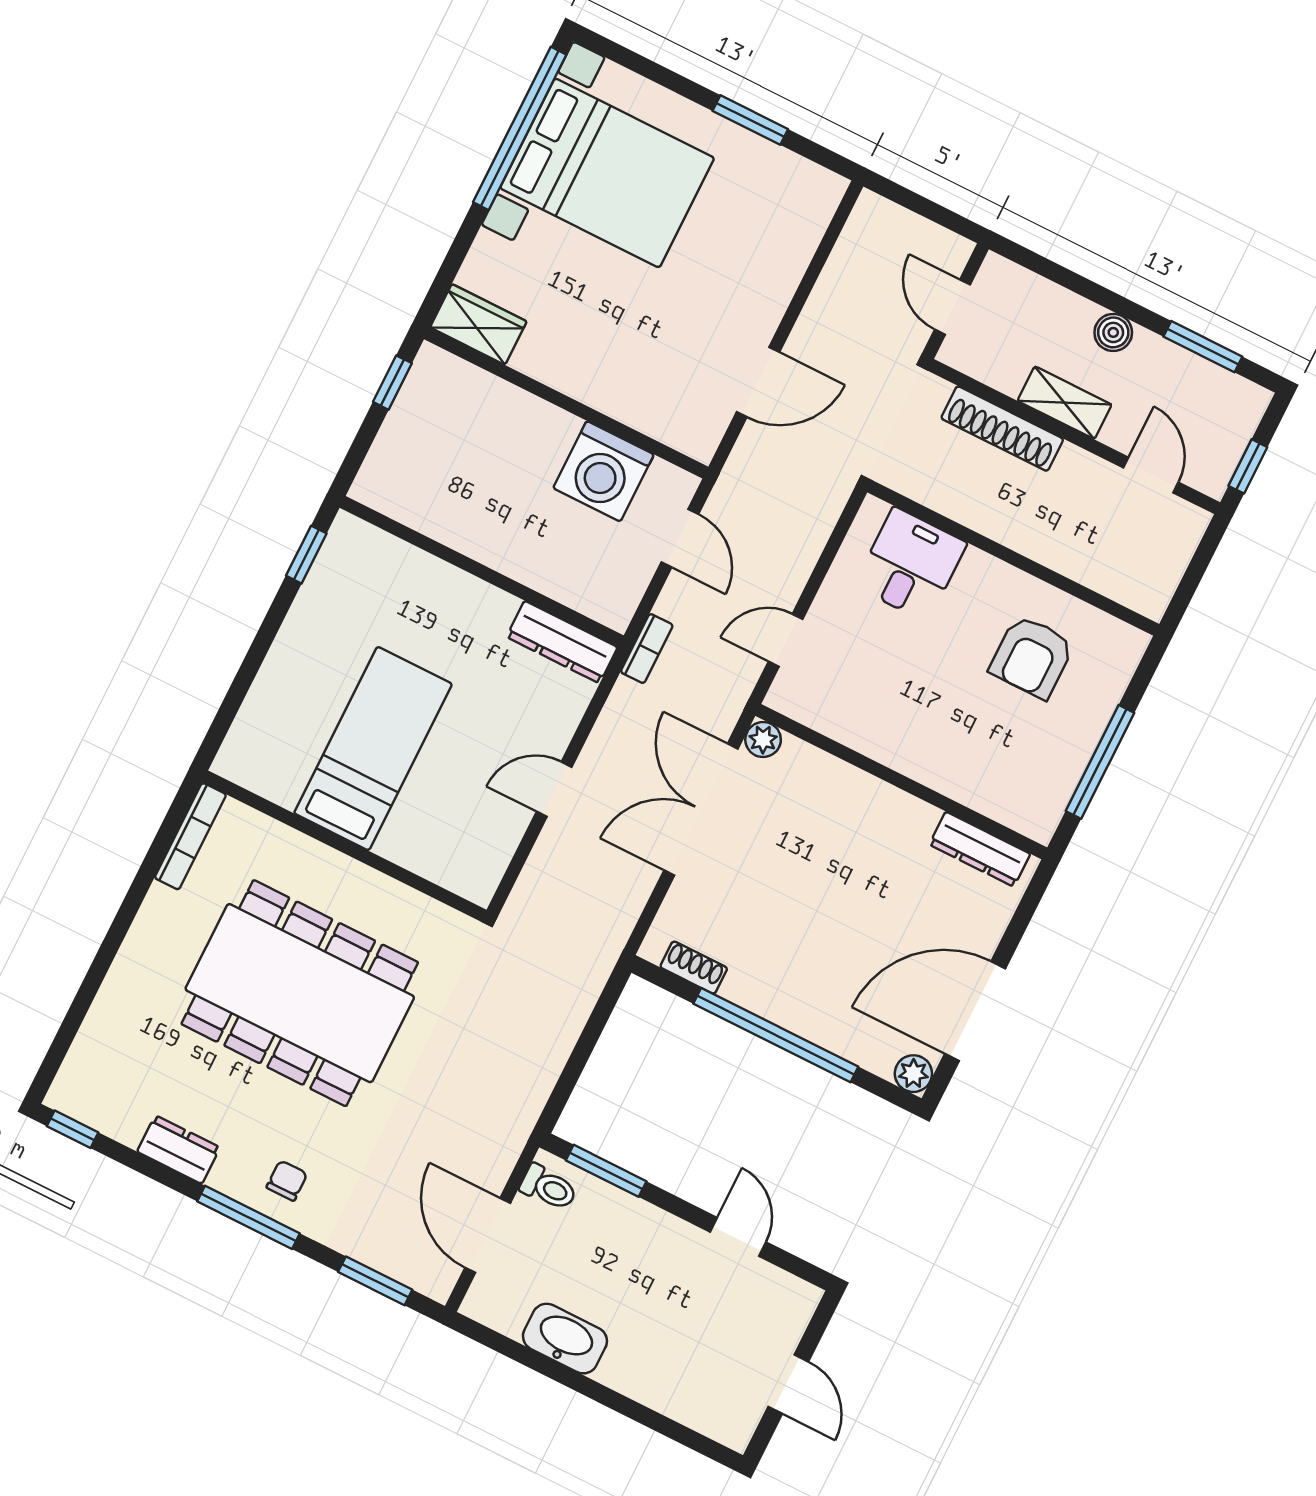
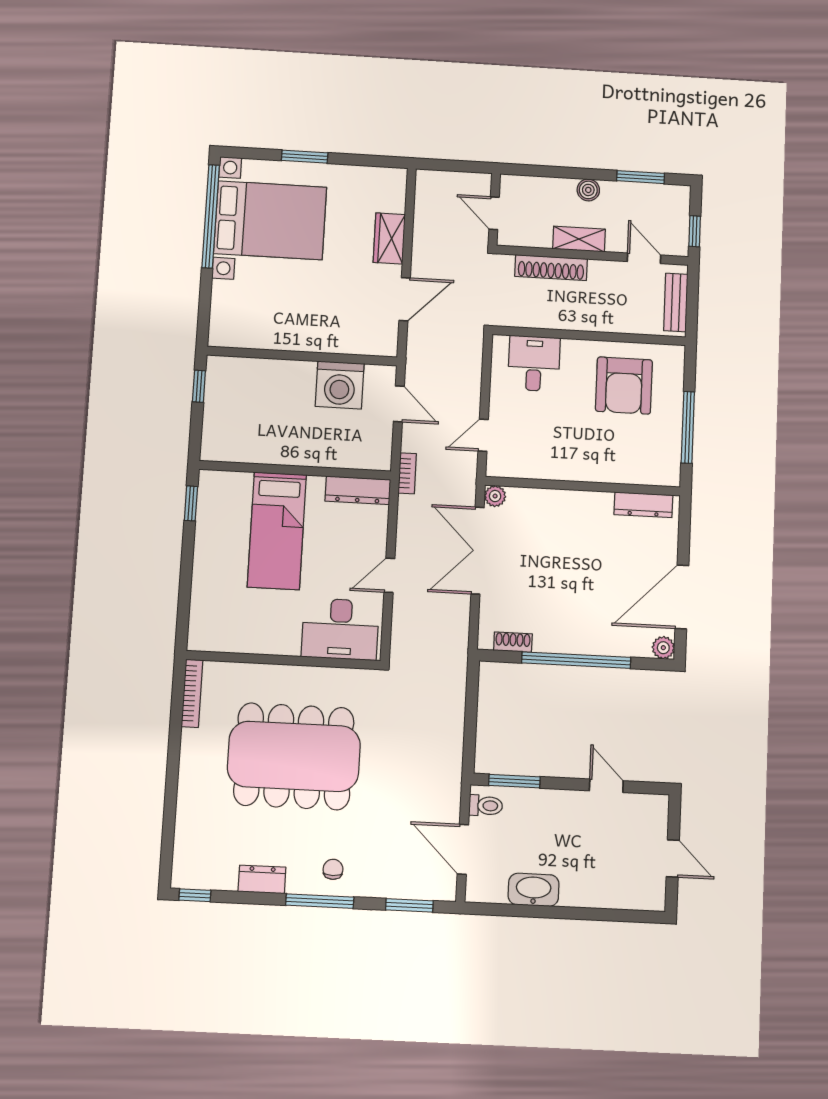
window: (750, 120) -> (305, 157), moved
wardrobe: (478, 324) -> (389, 239), moved, turned -90
bench: (1168, 564) -> (676, 303), added
armchair: (1032, 657) -> (624, 386), width x1.36, depth x1.36
bed: (373, 749) -> (277, 531), moved, turned 180
desk: (447, 837) -> (340, 629), added

